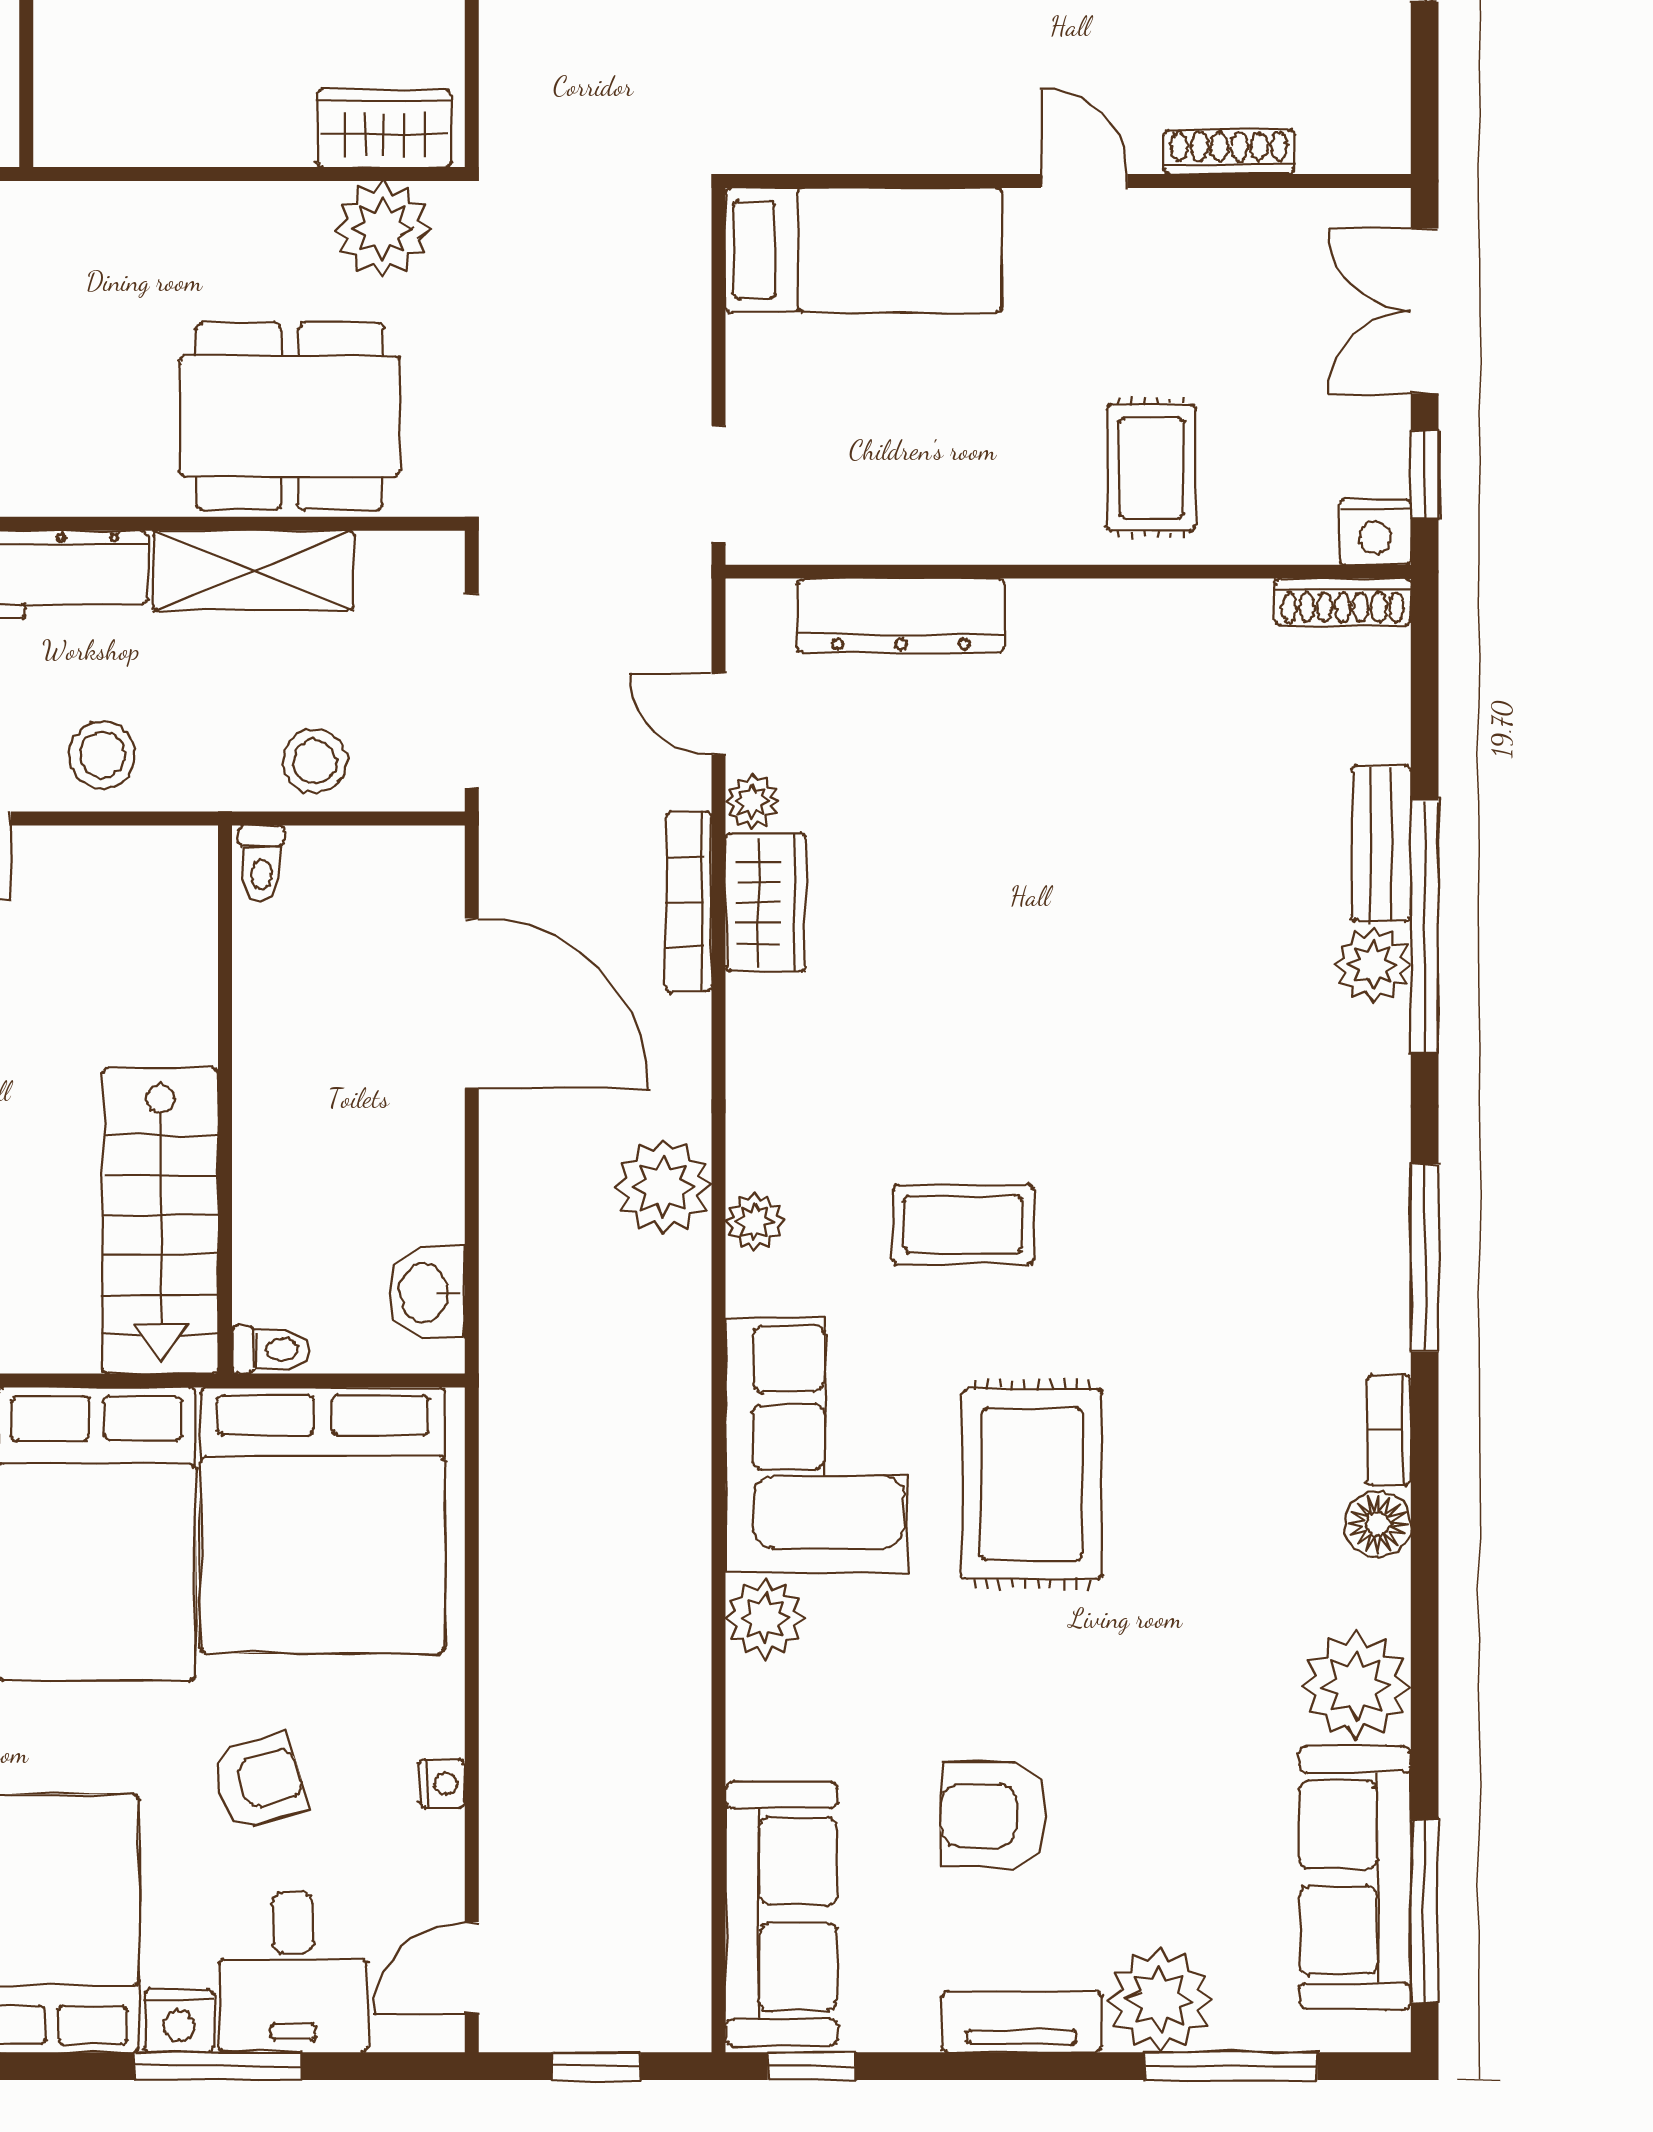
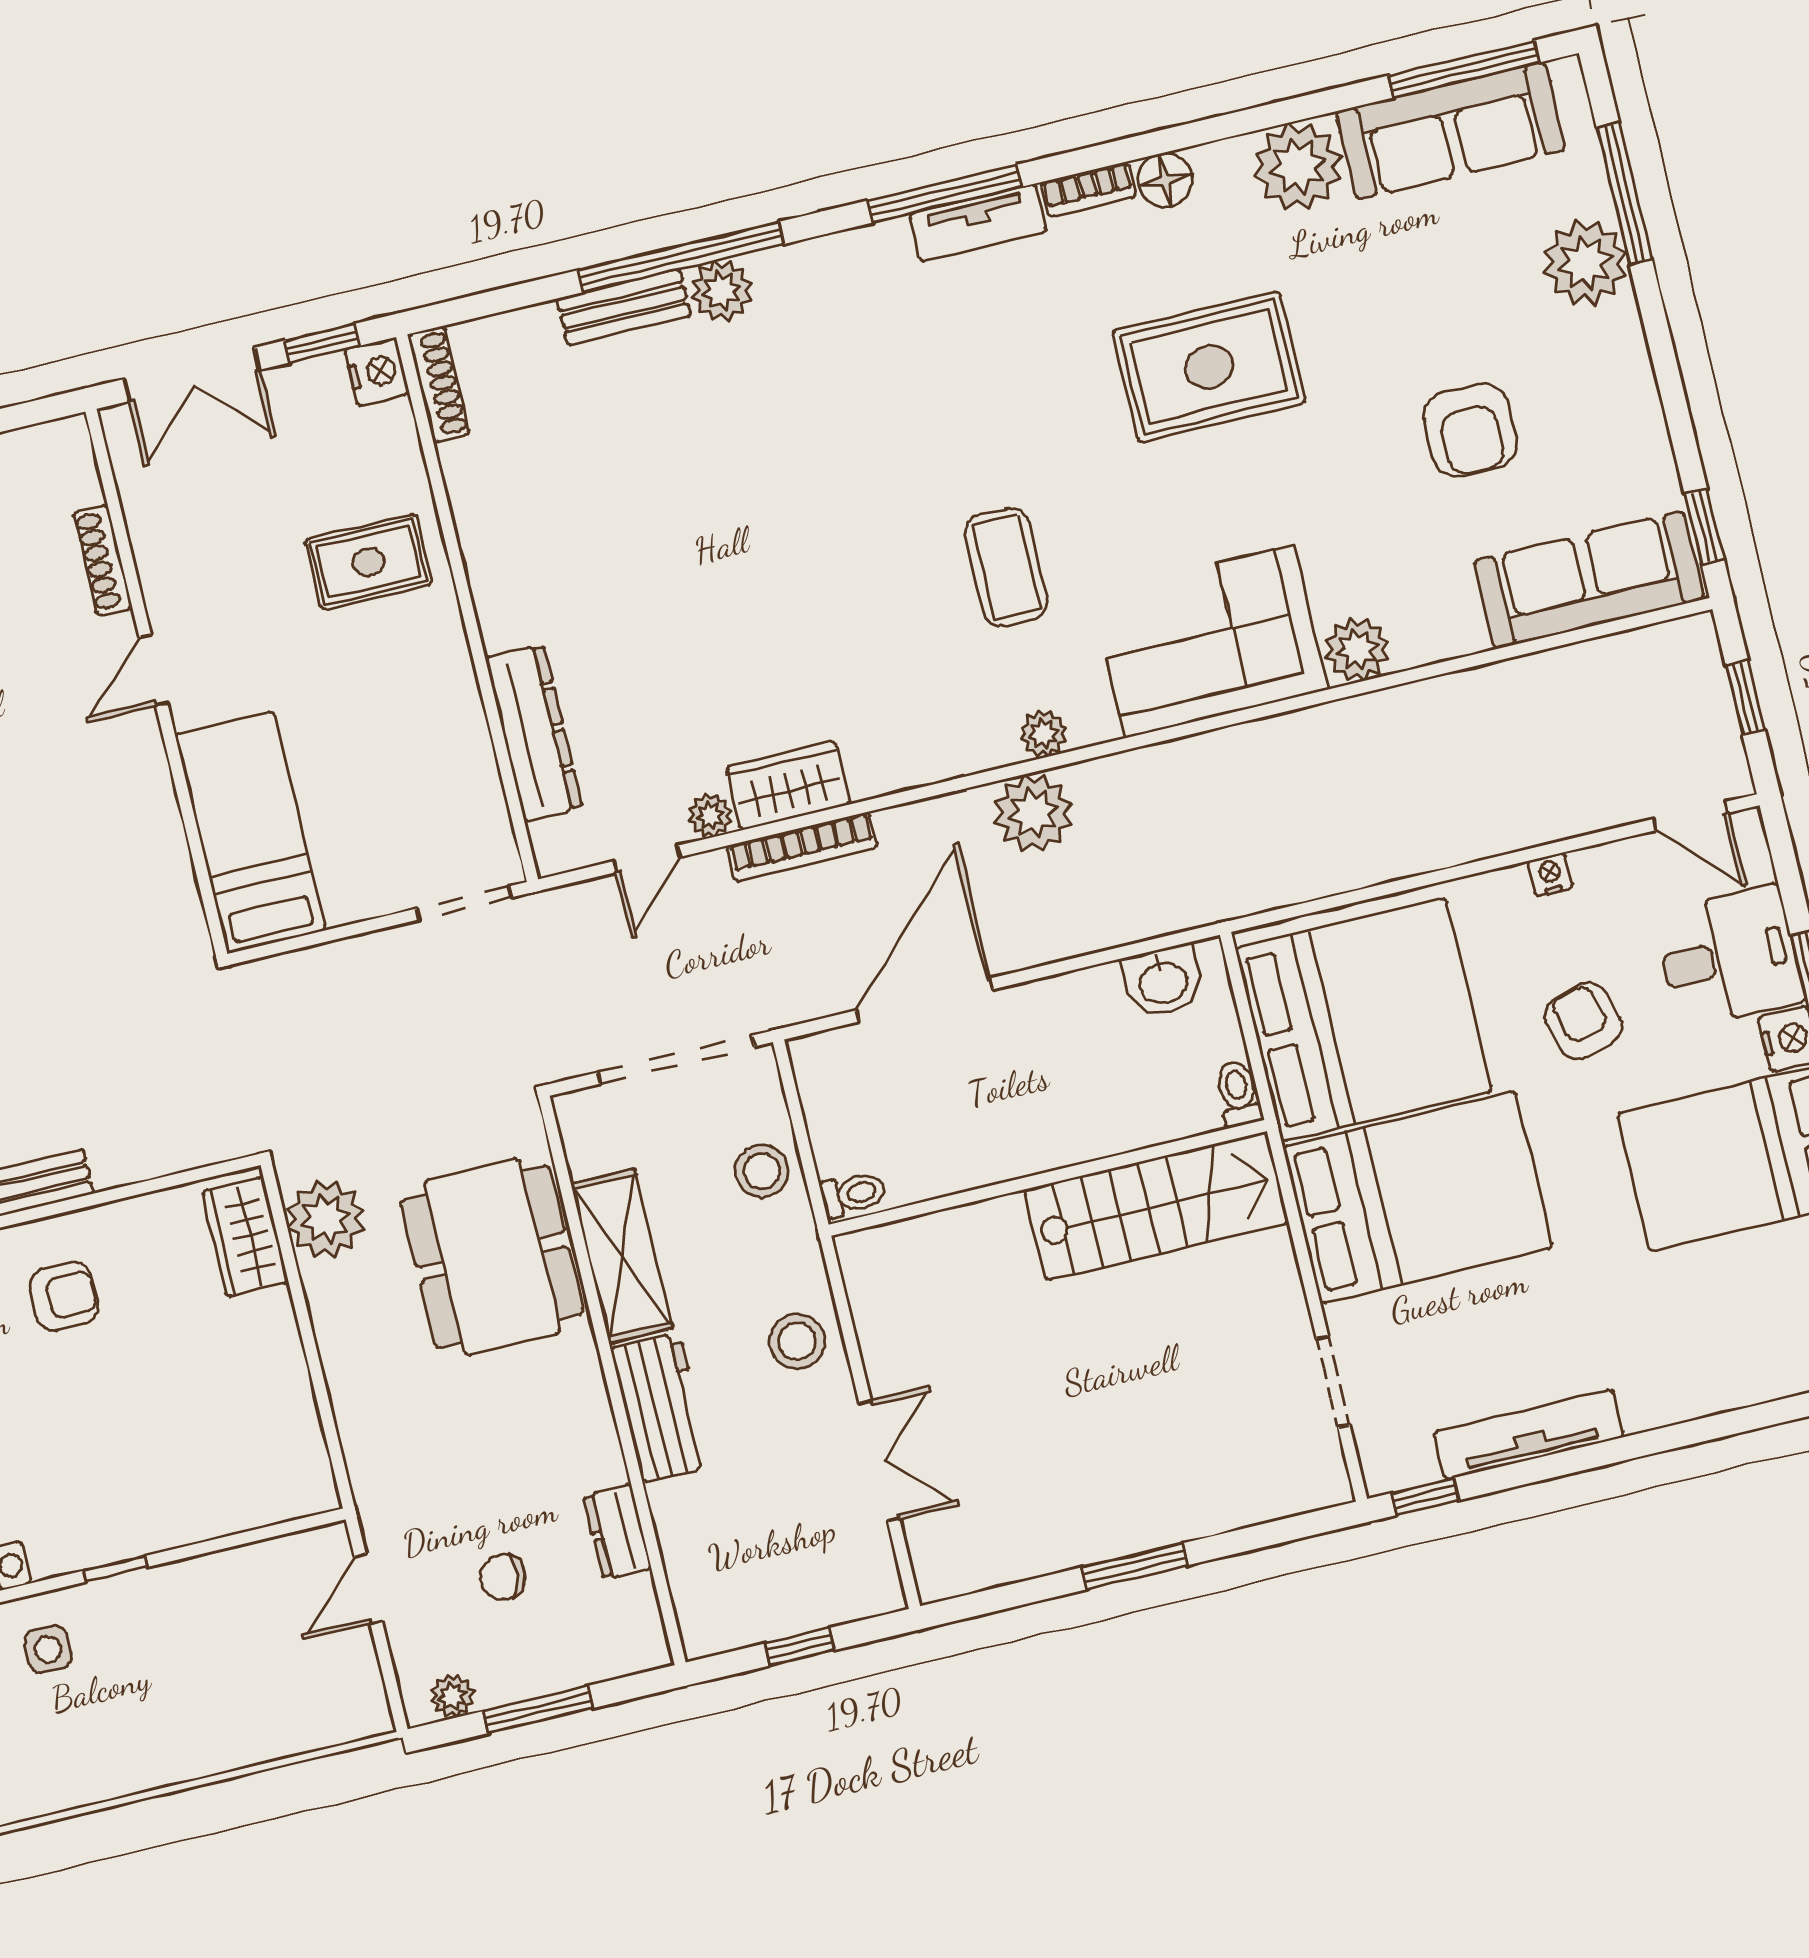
rug: (1032, 1484) -> (1209, 367), moved
tv unit: (1022, 2022) -> (978, 223), moved, turned -90

